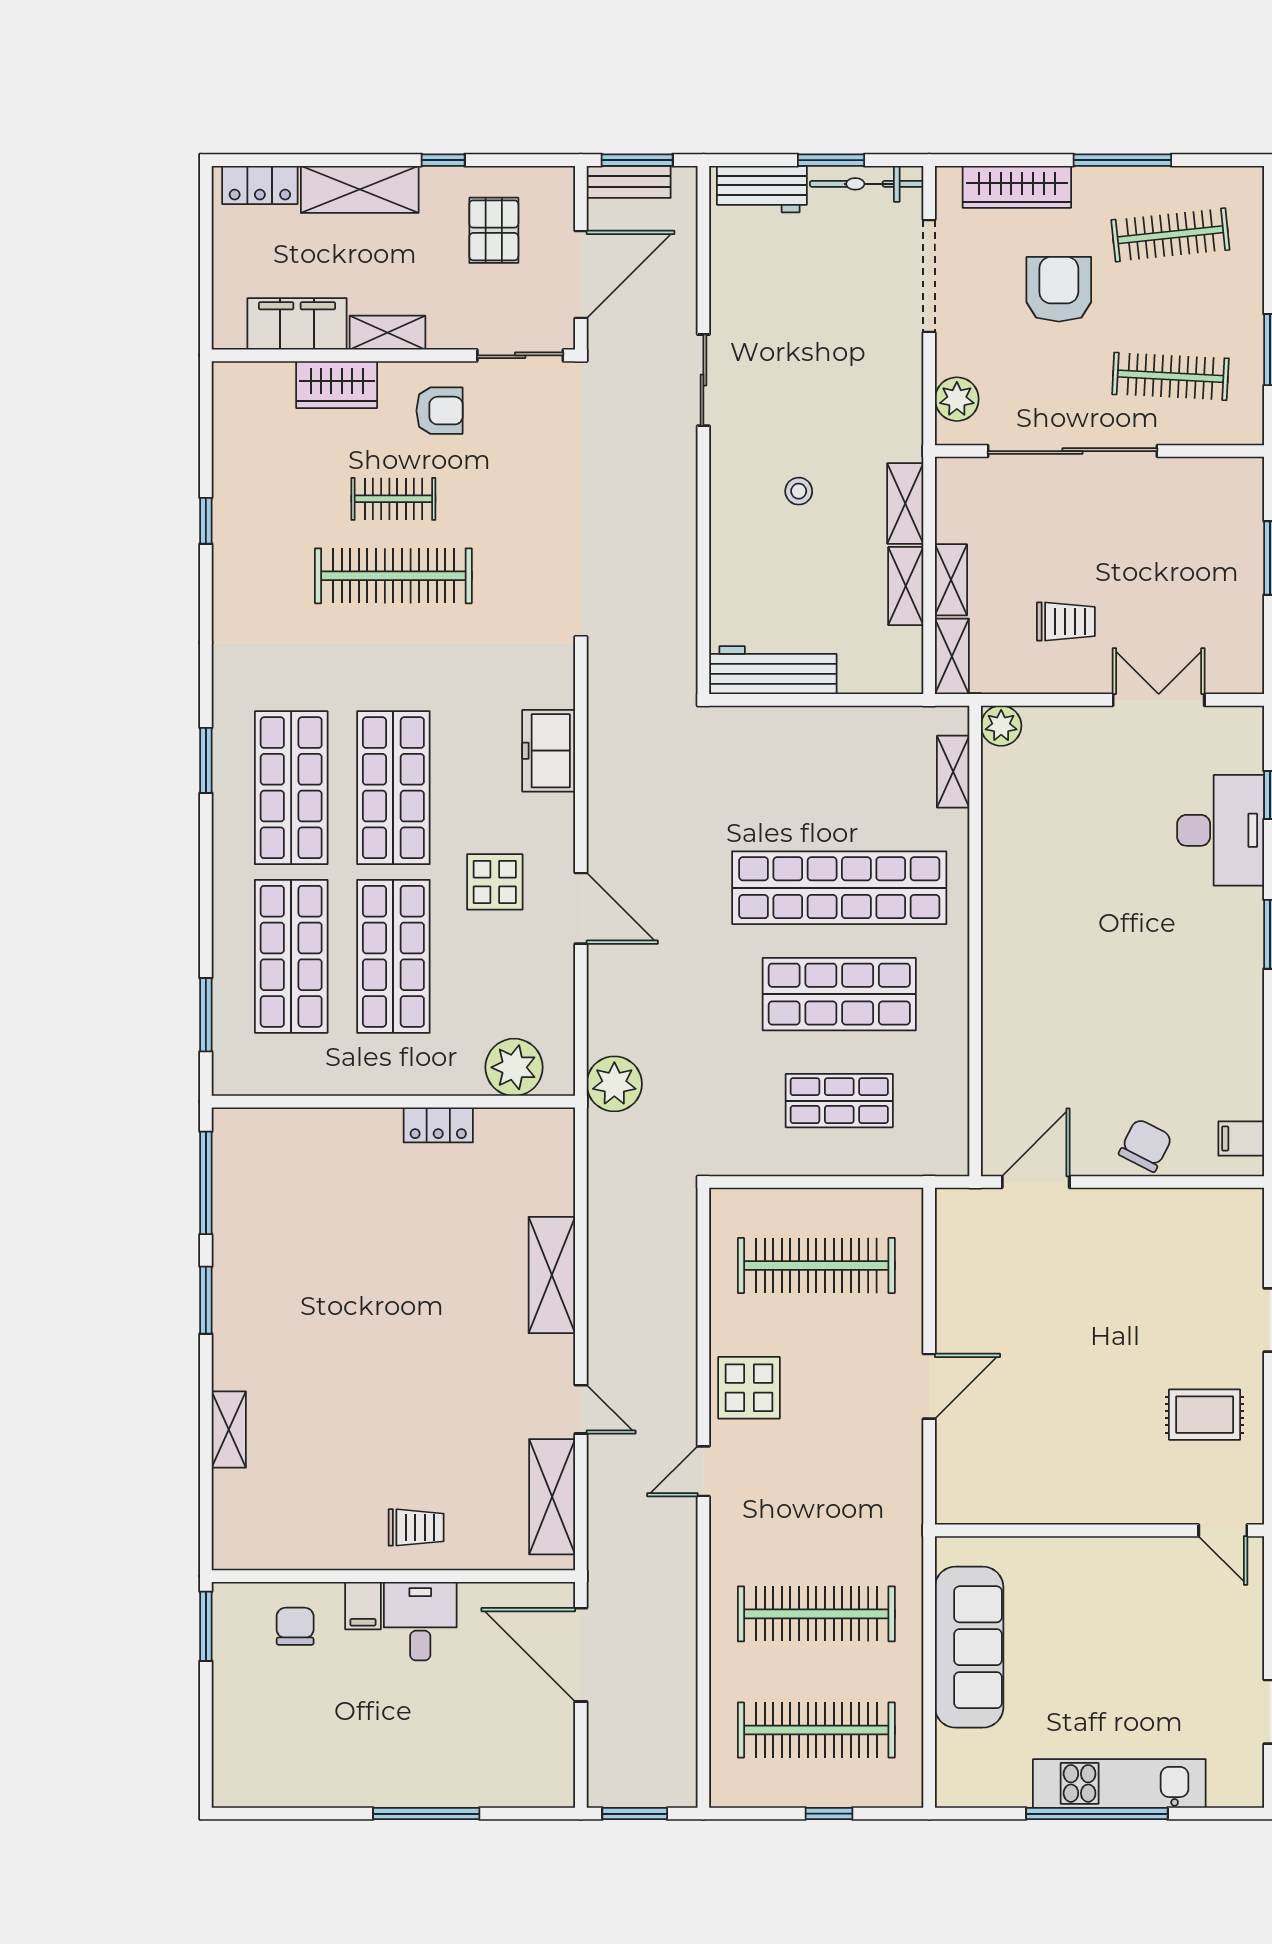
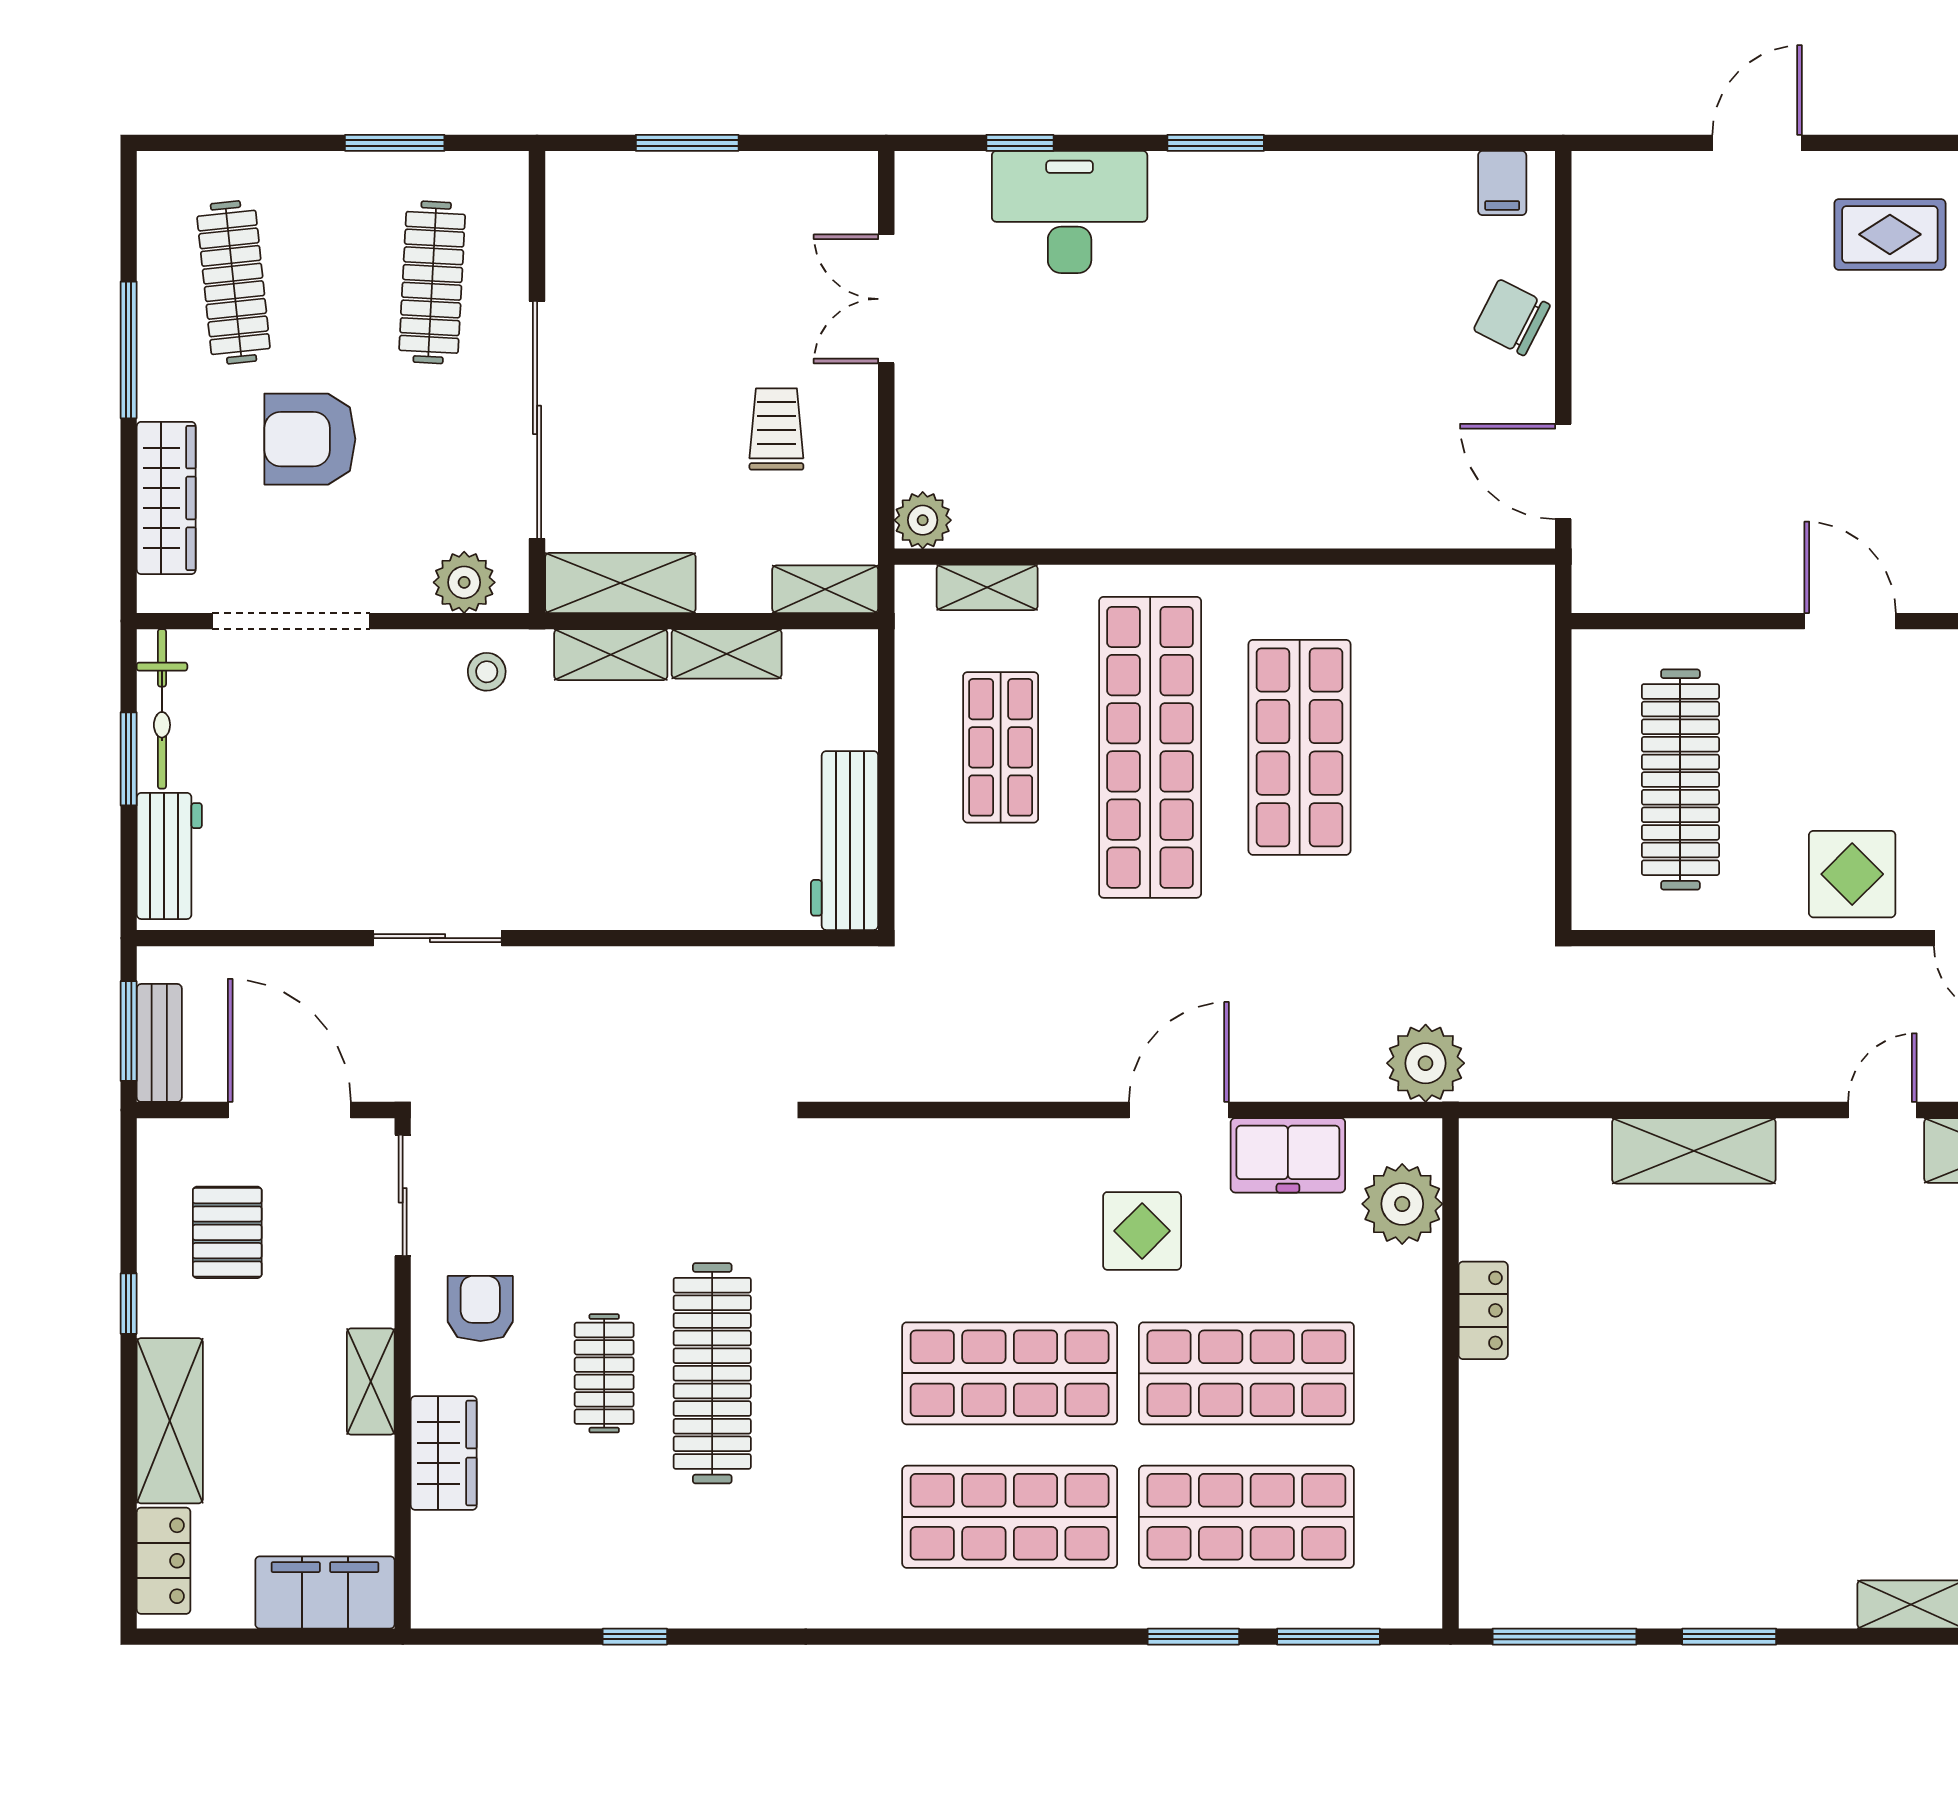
pallet: (494, 230) -> (227, 1232), turned 90
filing cabinet: (297, 324) -> (325, 1592), moved, turned 90
stool: (799, 491) -> (487, 672), moved
shelving: (951, 580) -> (620, 583), moved, width x1.50, depth x1.33
freezer: (549, 751) -> (1288, 1155), moved
window: (206, 760) -> (1193, 1637), moved
shop shelf: (839, 1101) -> (1001, 747), moved
rug: (1205, 1415) -> (1890, 234), turned 90

